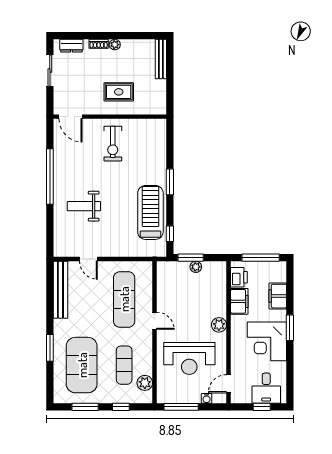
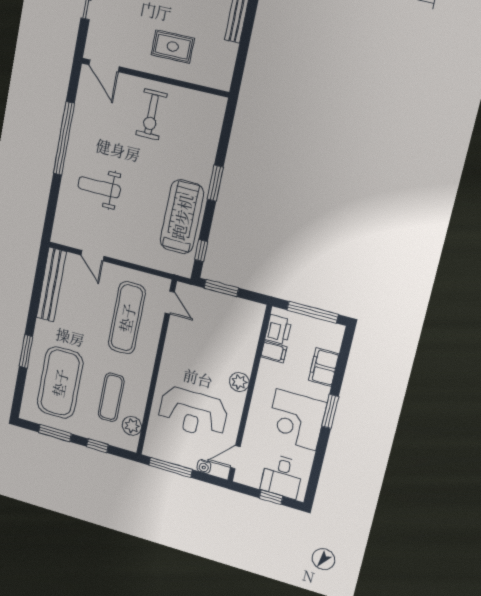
plant: (196, 267) -> (225, 301), removed
filing cabinet: (239, 301) -> (274, 352), width x0.50
door: (155, 321) -> (170, 303), moved

